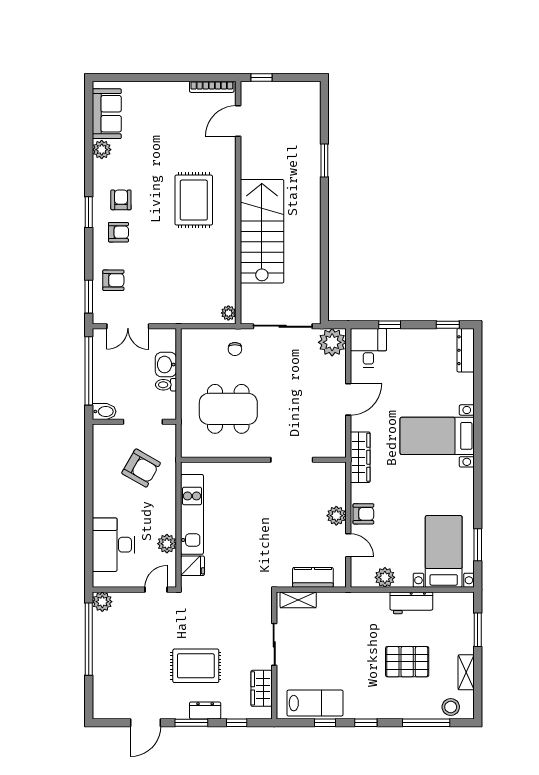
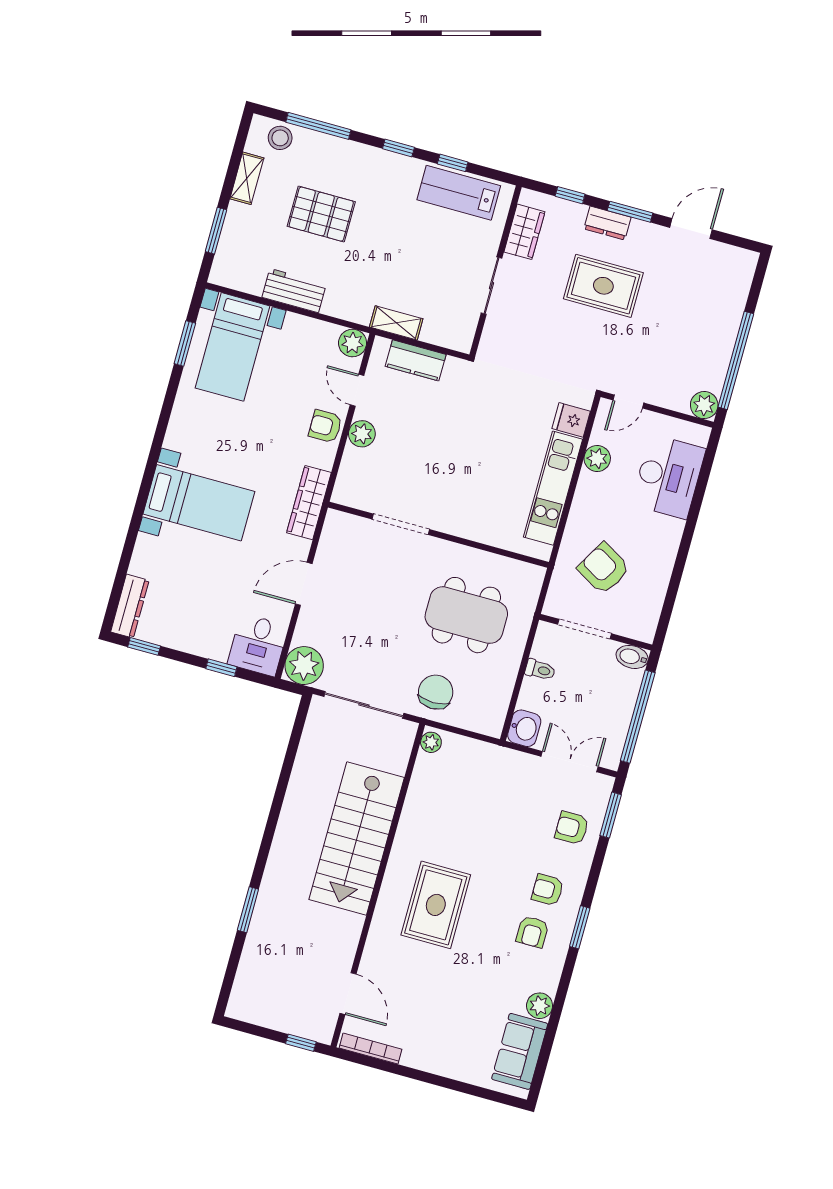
door: (238, 121) -> (348, 994), hinge flipped
chair: (235, 349) -> (436, 692), width x1.87, depth x1.87
washbasin: (166, 365) -> (524, 728), moved
plant: (385, 577) -> (353, 343), moved
shelving: (298, 600) -> (396, 323), moved

